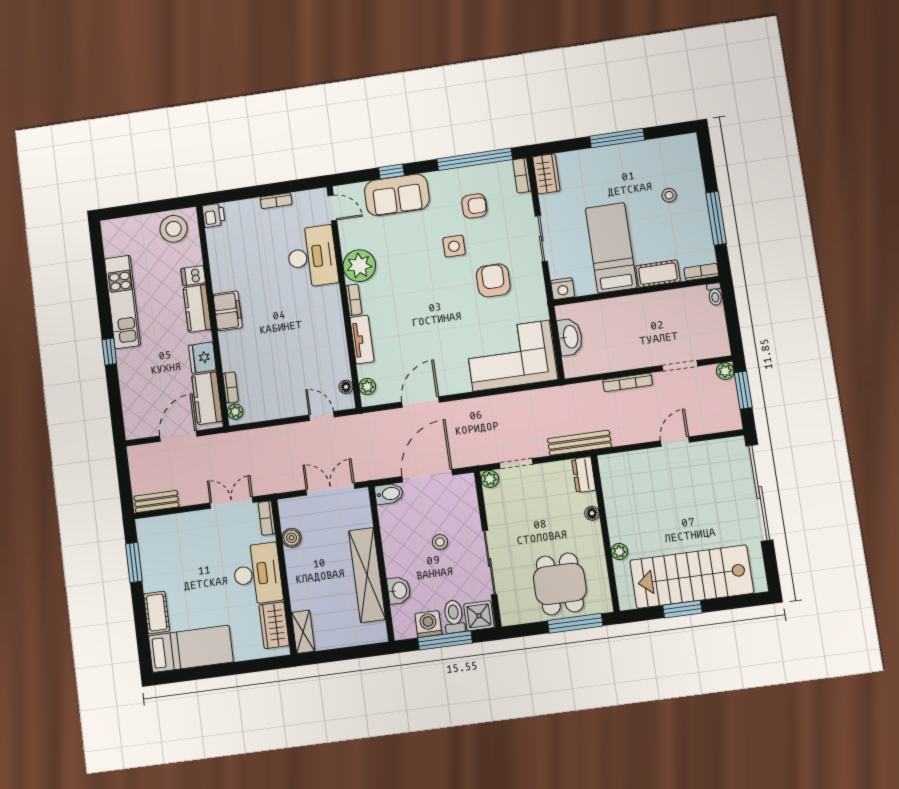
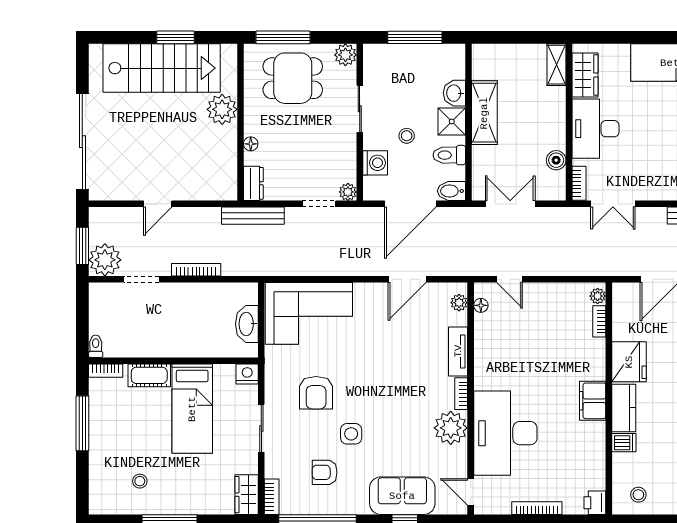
stool: (669, 195) -> (140, 481), moved
bookcase: (276, 201) -> (537, 508), width x1.56
stool: (174, 229) -> (638, 495), width x0.53, depth x0.53
desk: (312, 257) -> (505, 433), width x1.36, depth x1.30
fridge: (202, 358) -> (629, 362), width x1.36, depth x1.34
plant: (725, 371) -> (105, 260), width x1.88, depth x1.88
kitchen counter: (207, 398) -> (625, 314), removed
double door: (330, 489) -> (510, 204), swing flipped
plant: (619, 552) -> (222, 109), width x1.87, depth x1.87
sliding door: (490, 562) -> (360, 109), width x0.73
shelving: (367, 575) -> (484, 113), width x0.68
dining table: (560, 584) -> (293, 78), turned 90
plant: (511, 614) -> (345, 55), added
shower: (479, 616) -> (452, 121), moved
toilet: (454, 617) -> (449, 155), moved, turned 90
washing machine: (428, 624) -> (375, 163), moved, turned -90

